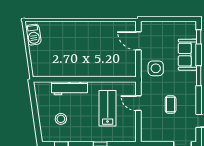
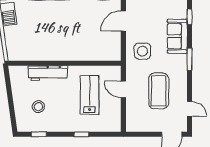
door: (138, 41) -> (123, 21), hinge flipped
coffee table: (171, 105) -> (159, 91), width x1.86, depth x1.72

